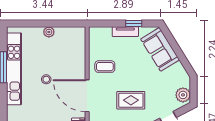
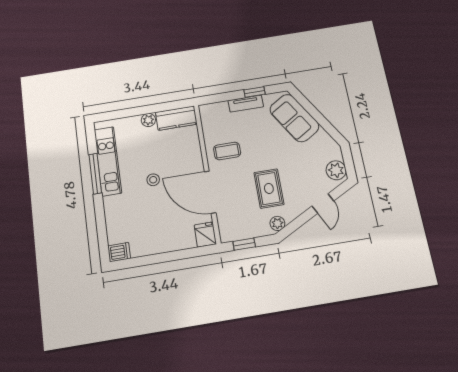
kitchen counter: (70, 34) -> (176, 118), added
kitchen unit: (14, 69) -> (108, 161), width x0.73
rug: (131, 100) -> (269, 188), turned 90

